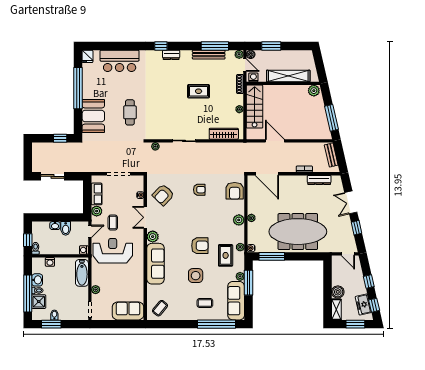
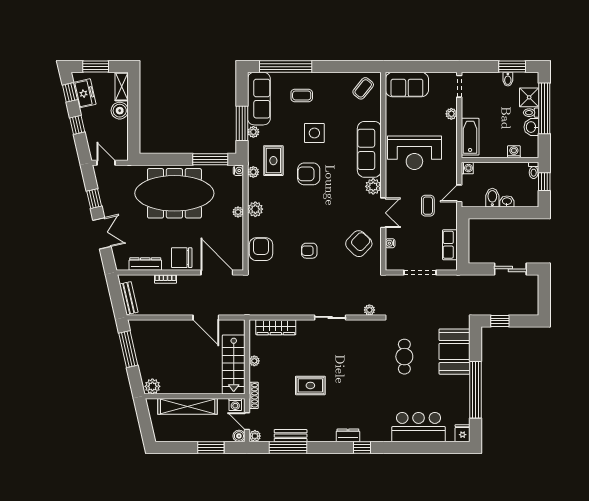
bench: (209, 55) -> (291, 436), width x0.73
chair: (292, 185) -> (182, 258), added
plant: (97, 211) -> (450, 221), removed
reception desk: (113, 251) -> (414, 153), moved

